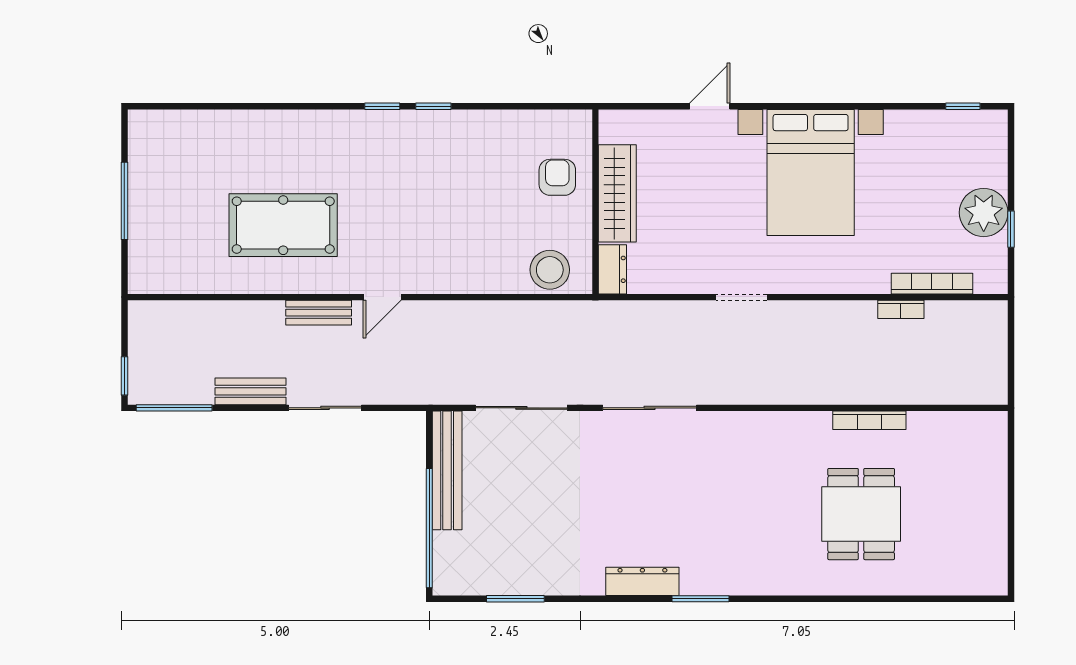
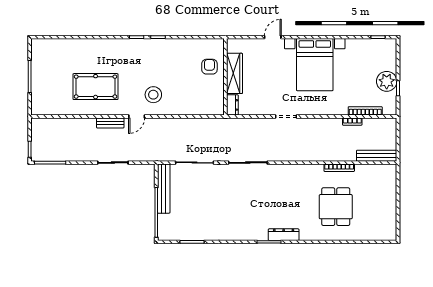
stool: (550, 270) -> (153, 95), moved
bench: (251, 391) -> (377, 156), moved, width x1.36
dresser: (642, 581) -> (284, 235), moved

